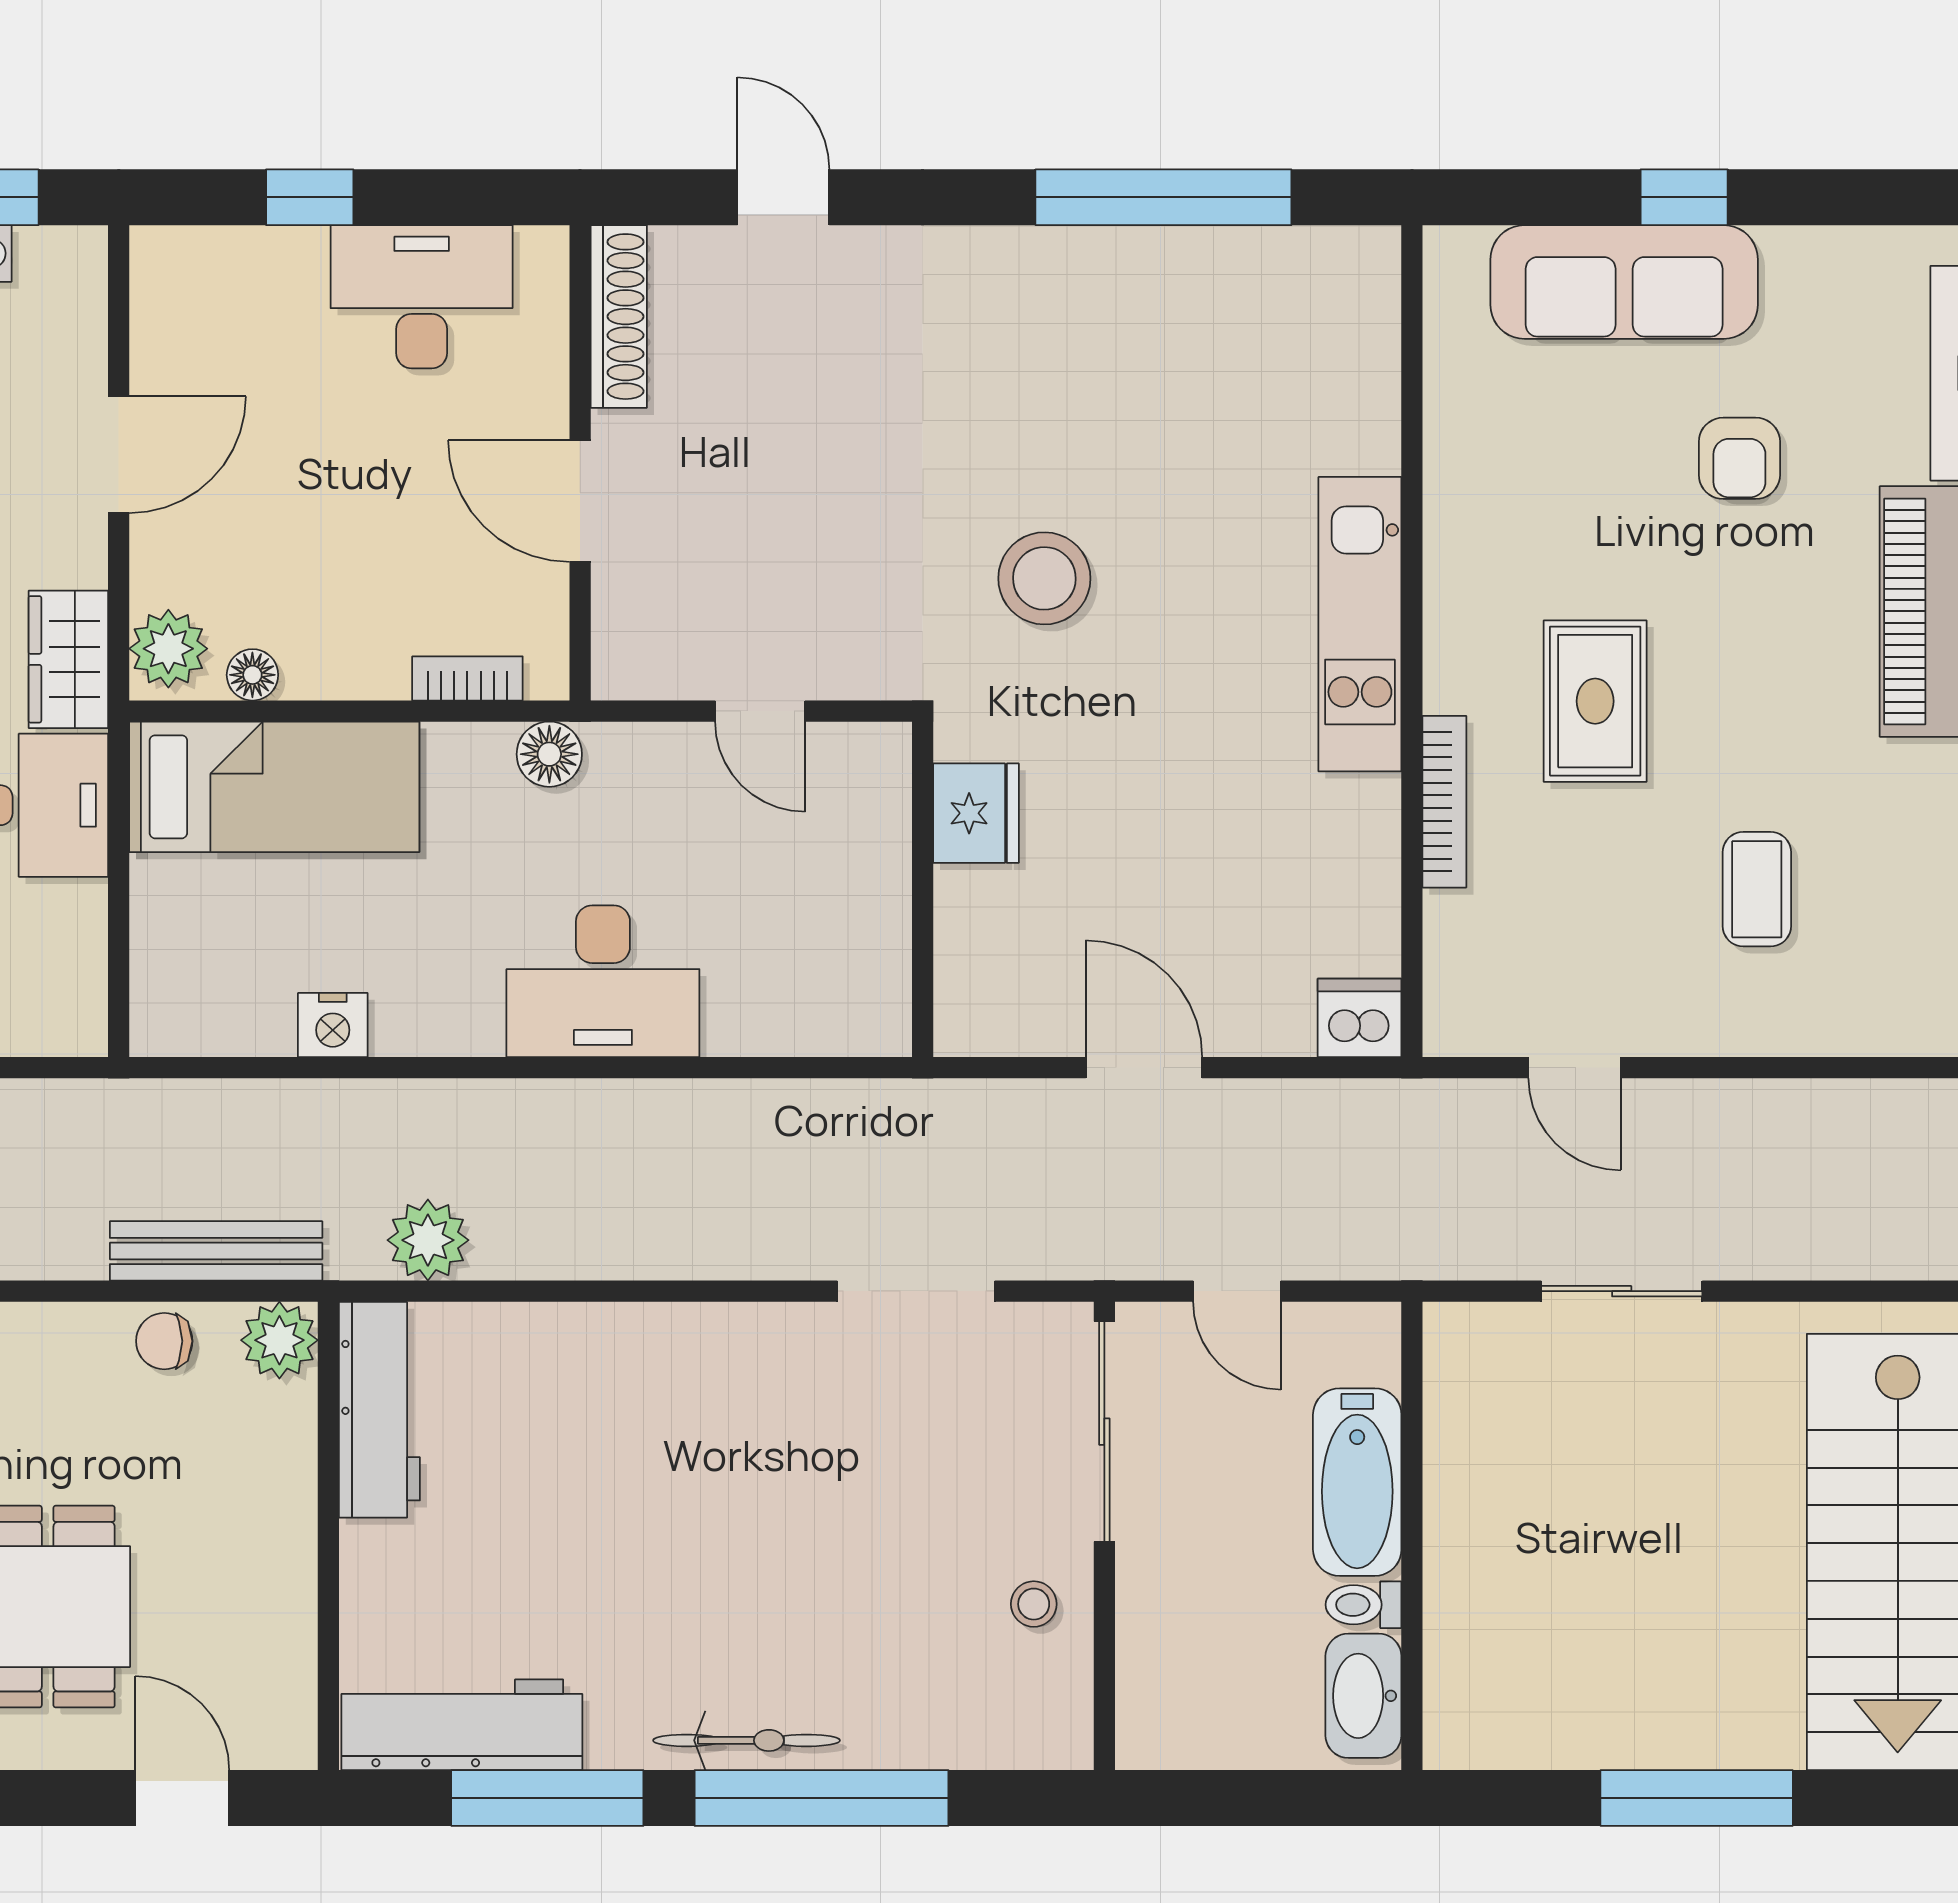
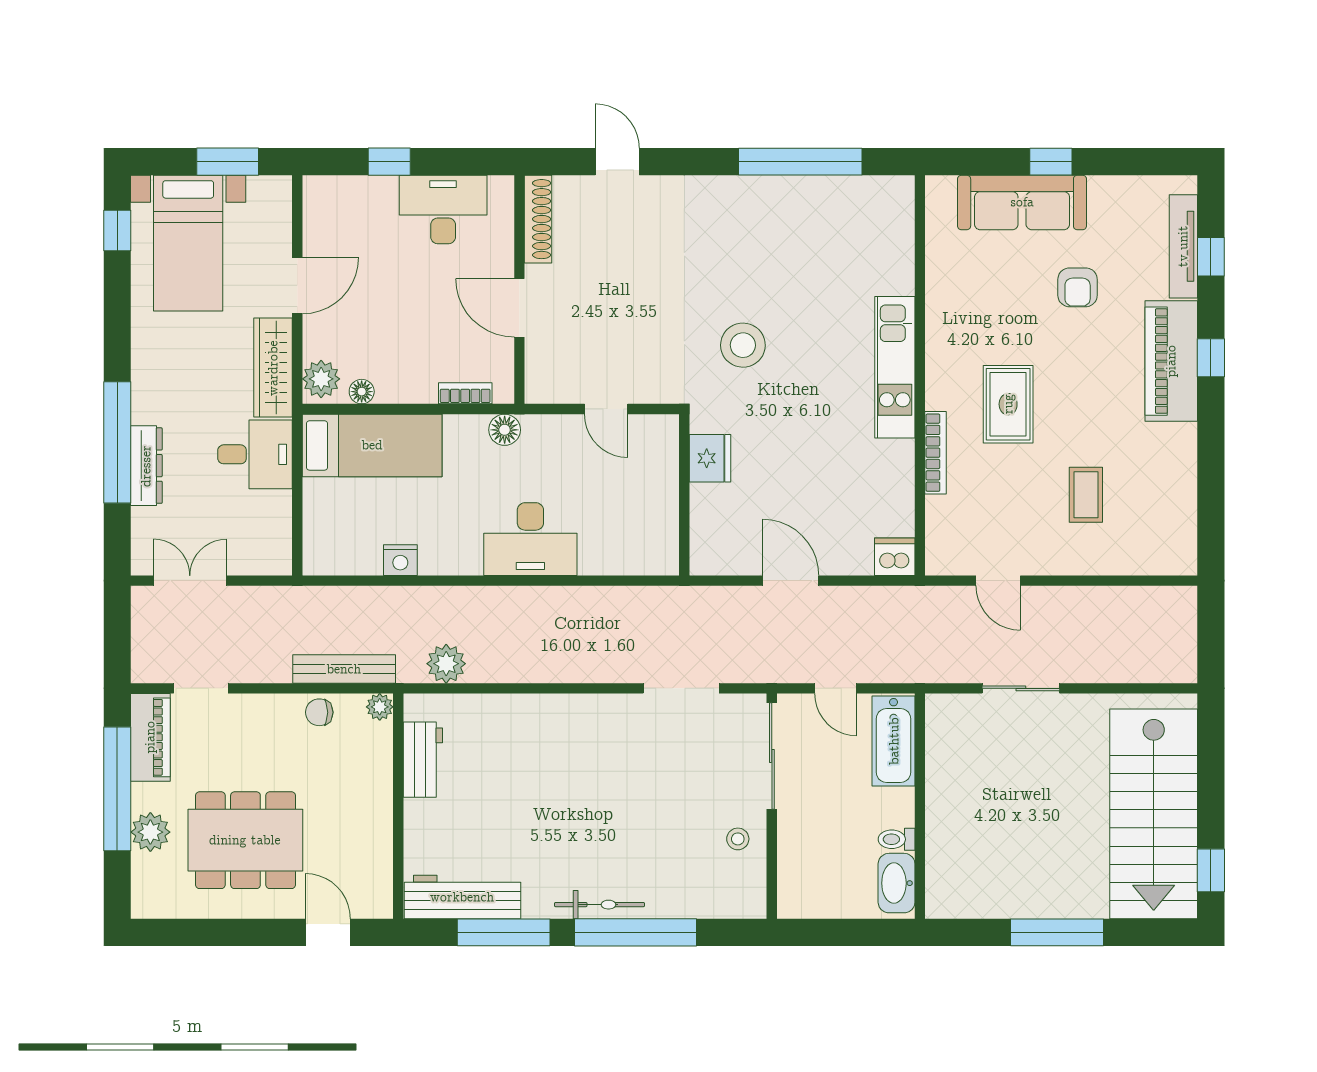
wardrobe: (68, 659) -> (273, 368), width x1.50
plant: (279, 1340) -> (380, 707), width x0.73, depth x0.73
workbench: (379, 1410) -> (423, 760), width x0.73
bathtub: (1357, 1482) -> (894, 741), moved

